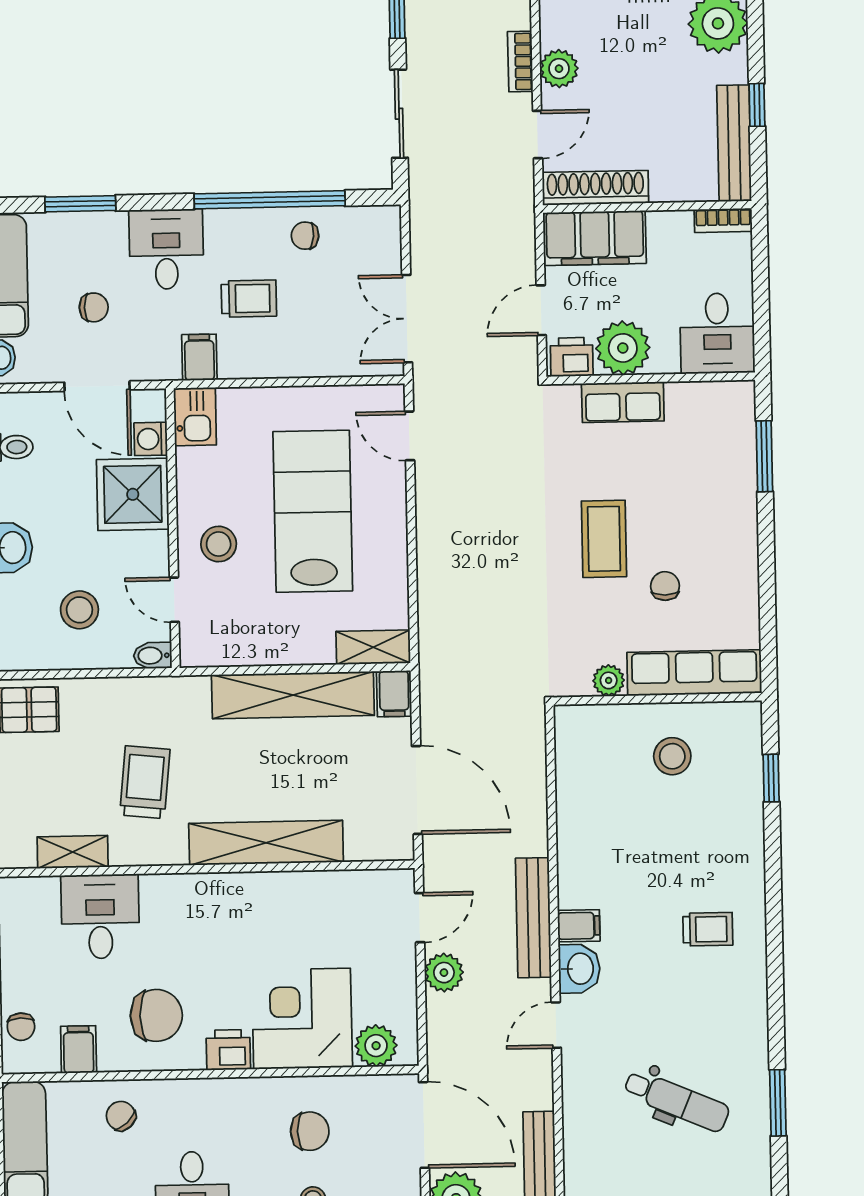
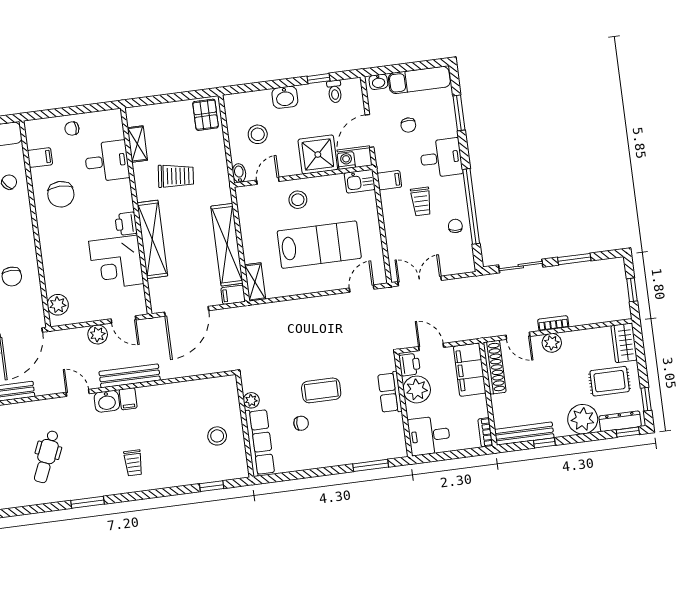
corner desk: (302, 1019) -> (116, 262), moved, turned 180
chair: (21, 1027) -> (72, 128), moved
printer: (228, 1050) -> (126, 224), moved, turned 180
window: (778, 1103) -> (87, 502), moved

